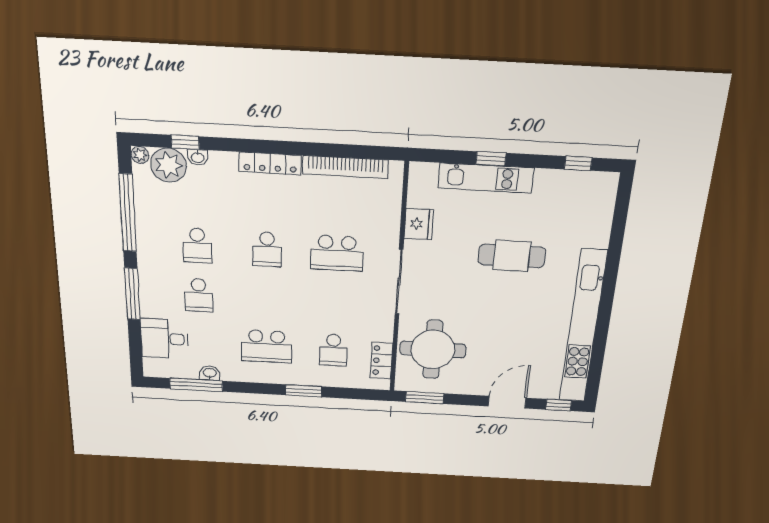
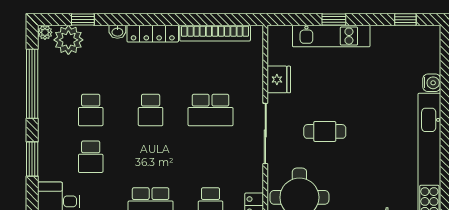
washbasin: (198, 157) -> (117, 32), moved
water cooler: (599, 238) -> (432, 83), added
cafe table: (512, 256) -> (325, 131), moved, width x0.73, depth x0.74
window: (132, 294) -> (32, 159), width x0.69

